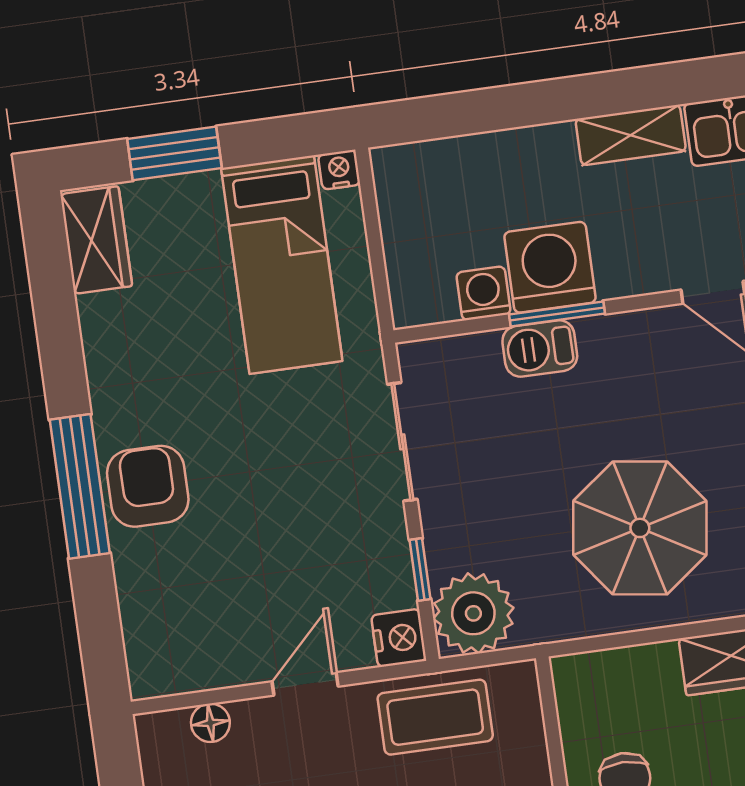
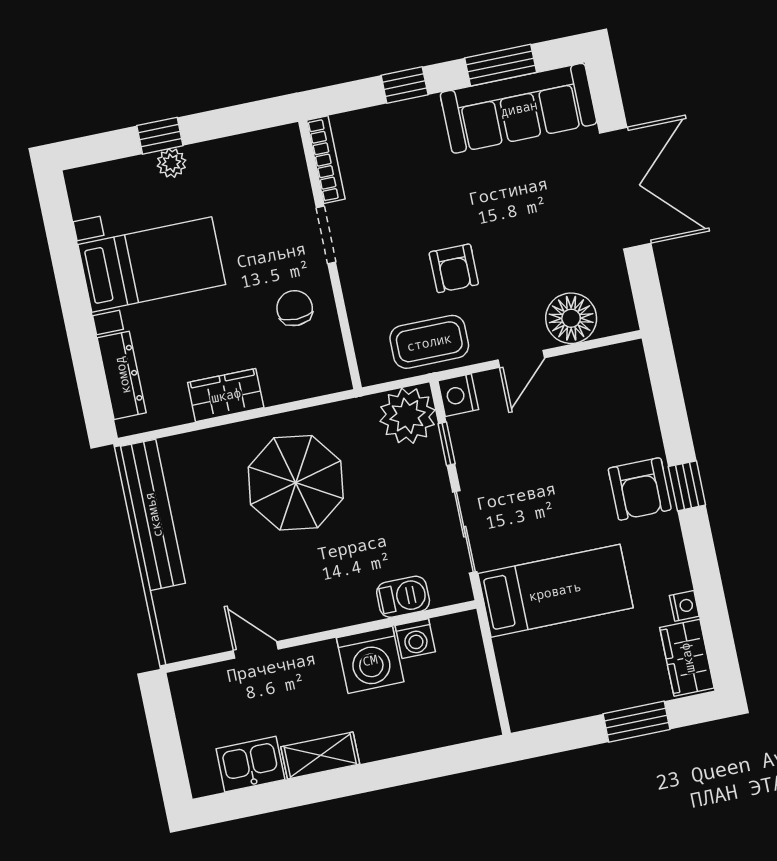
nightstand: (339, 170) -> (684, 606), moved, turned -90
bed: (282, 265) -> (555, 591), moved, turned 90
window: (557, 314) -> (363, 628), removed
barbecue: (540, 348) -> (403, 597), moved
window: (80, 486) -> (687, 486), width x0.46
floor lamp: (210, 723) -> (571, 318), width x1.89, depth x1.89

